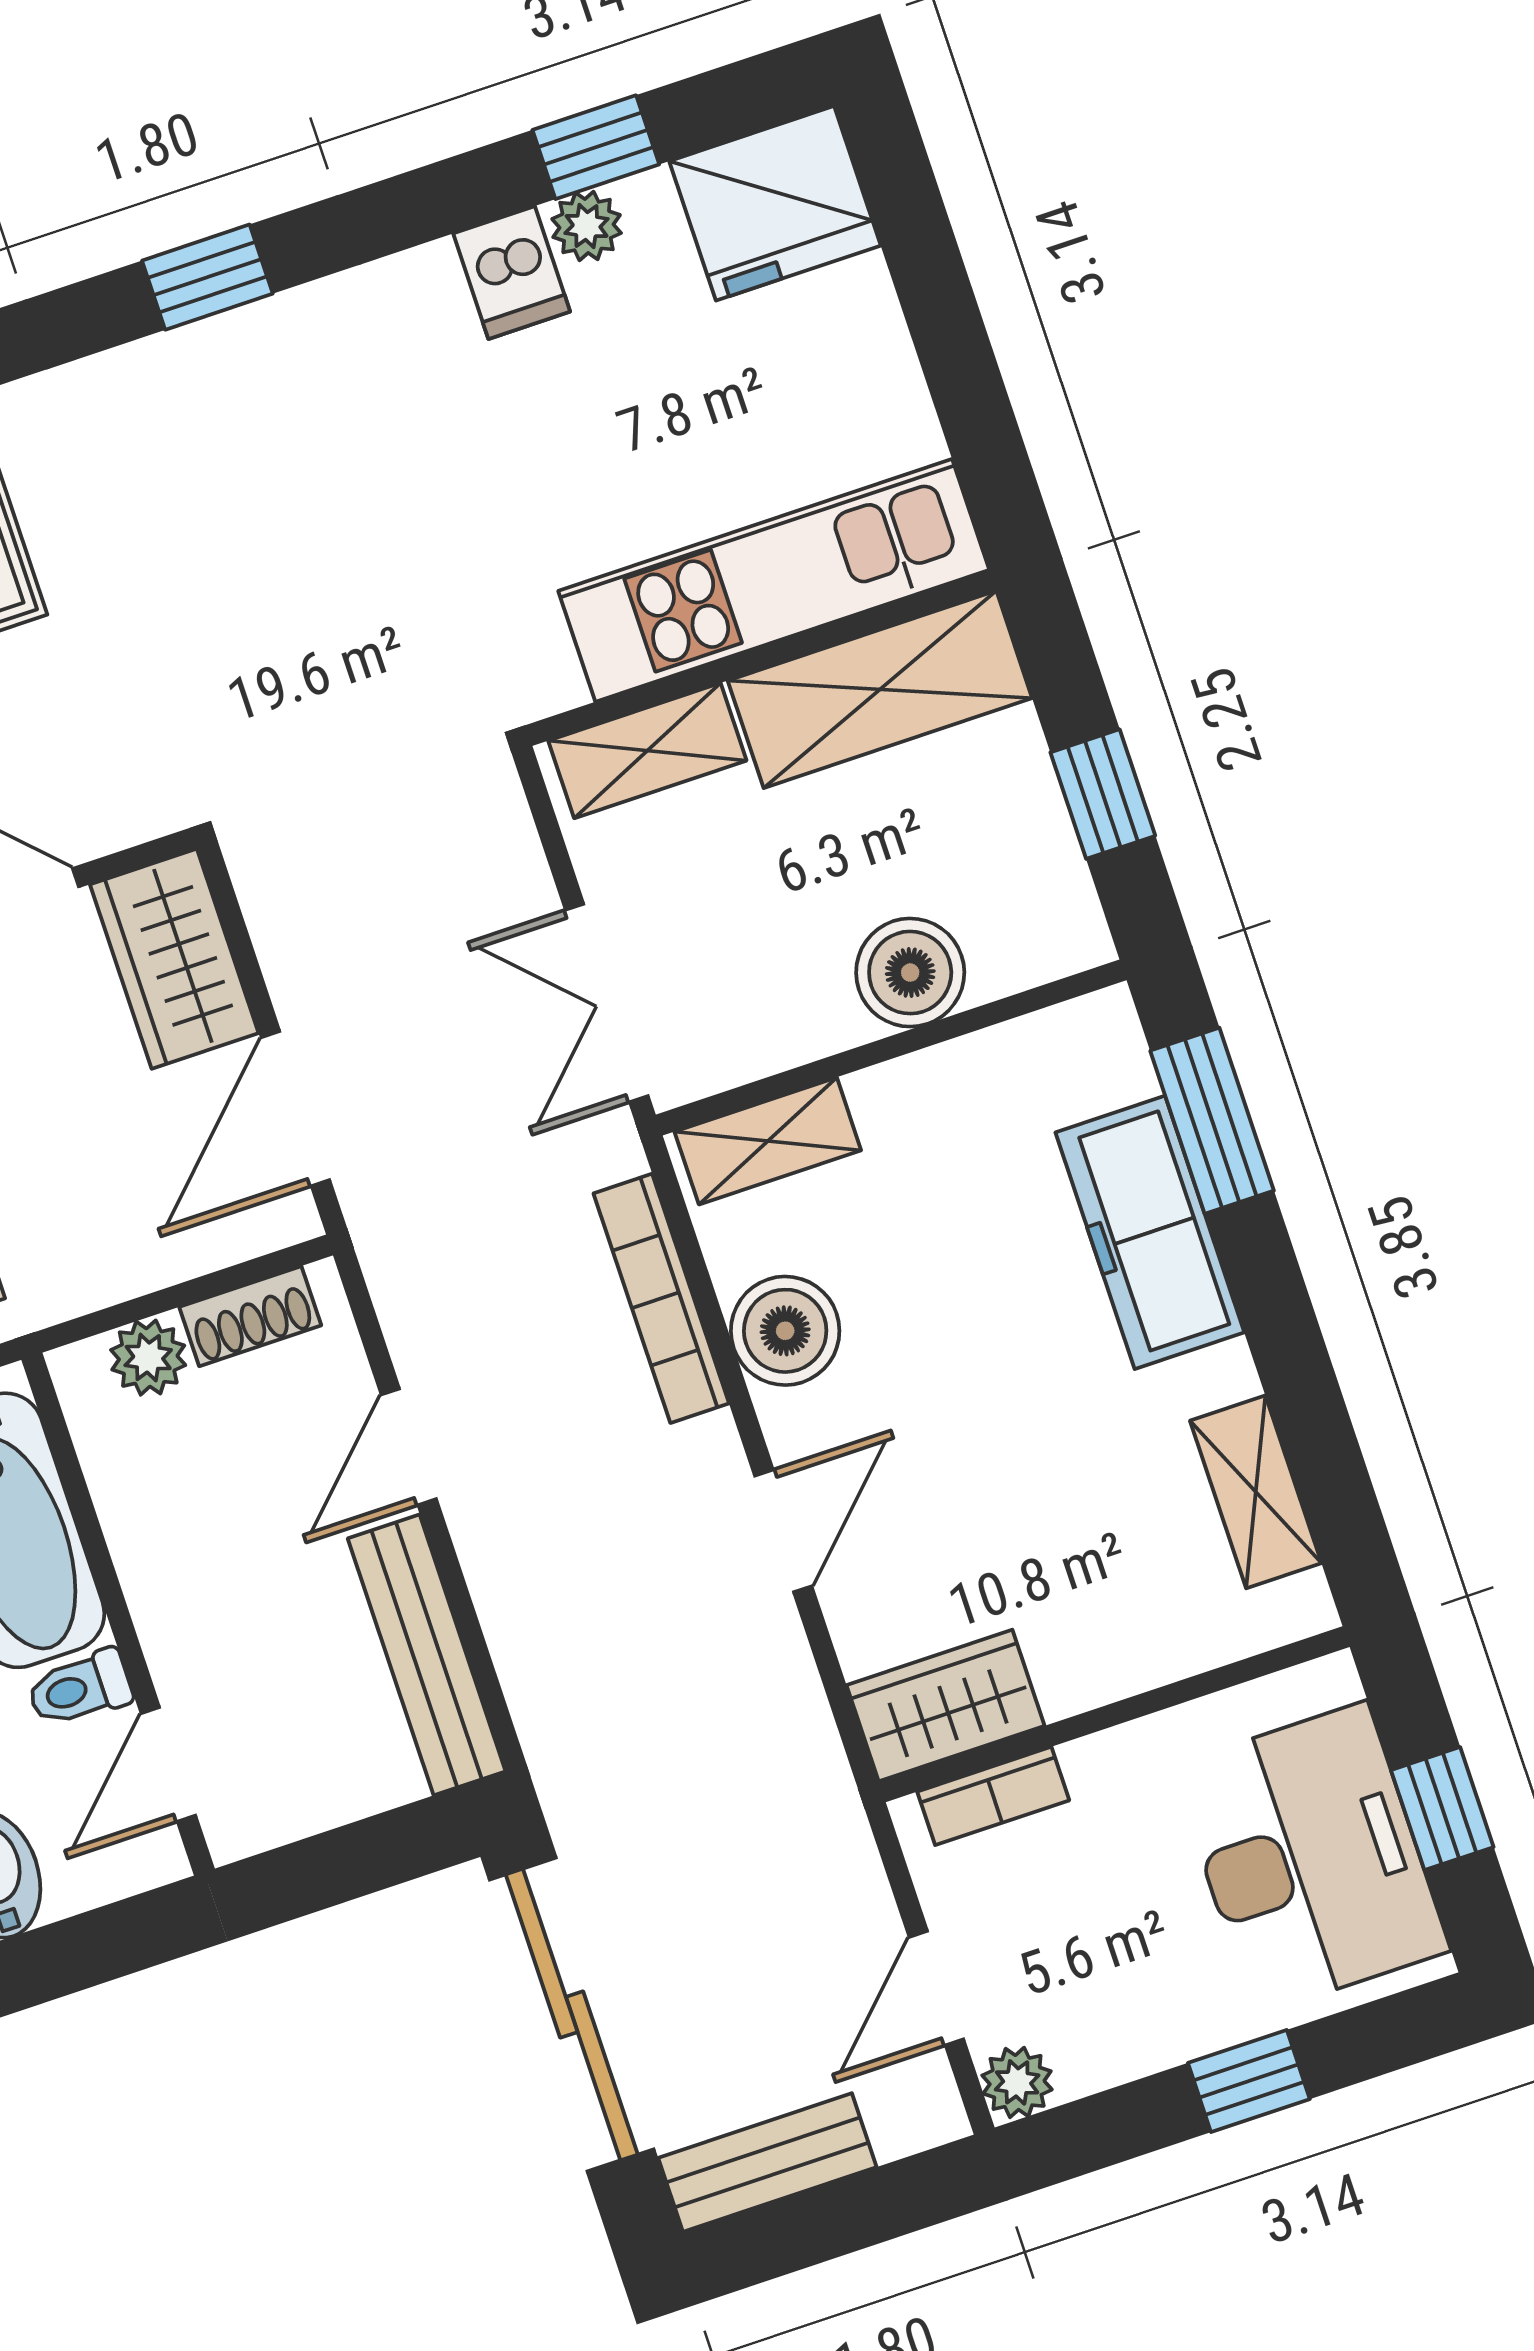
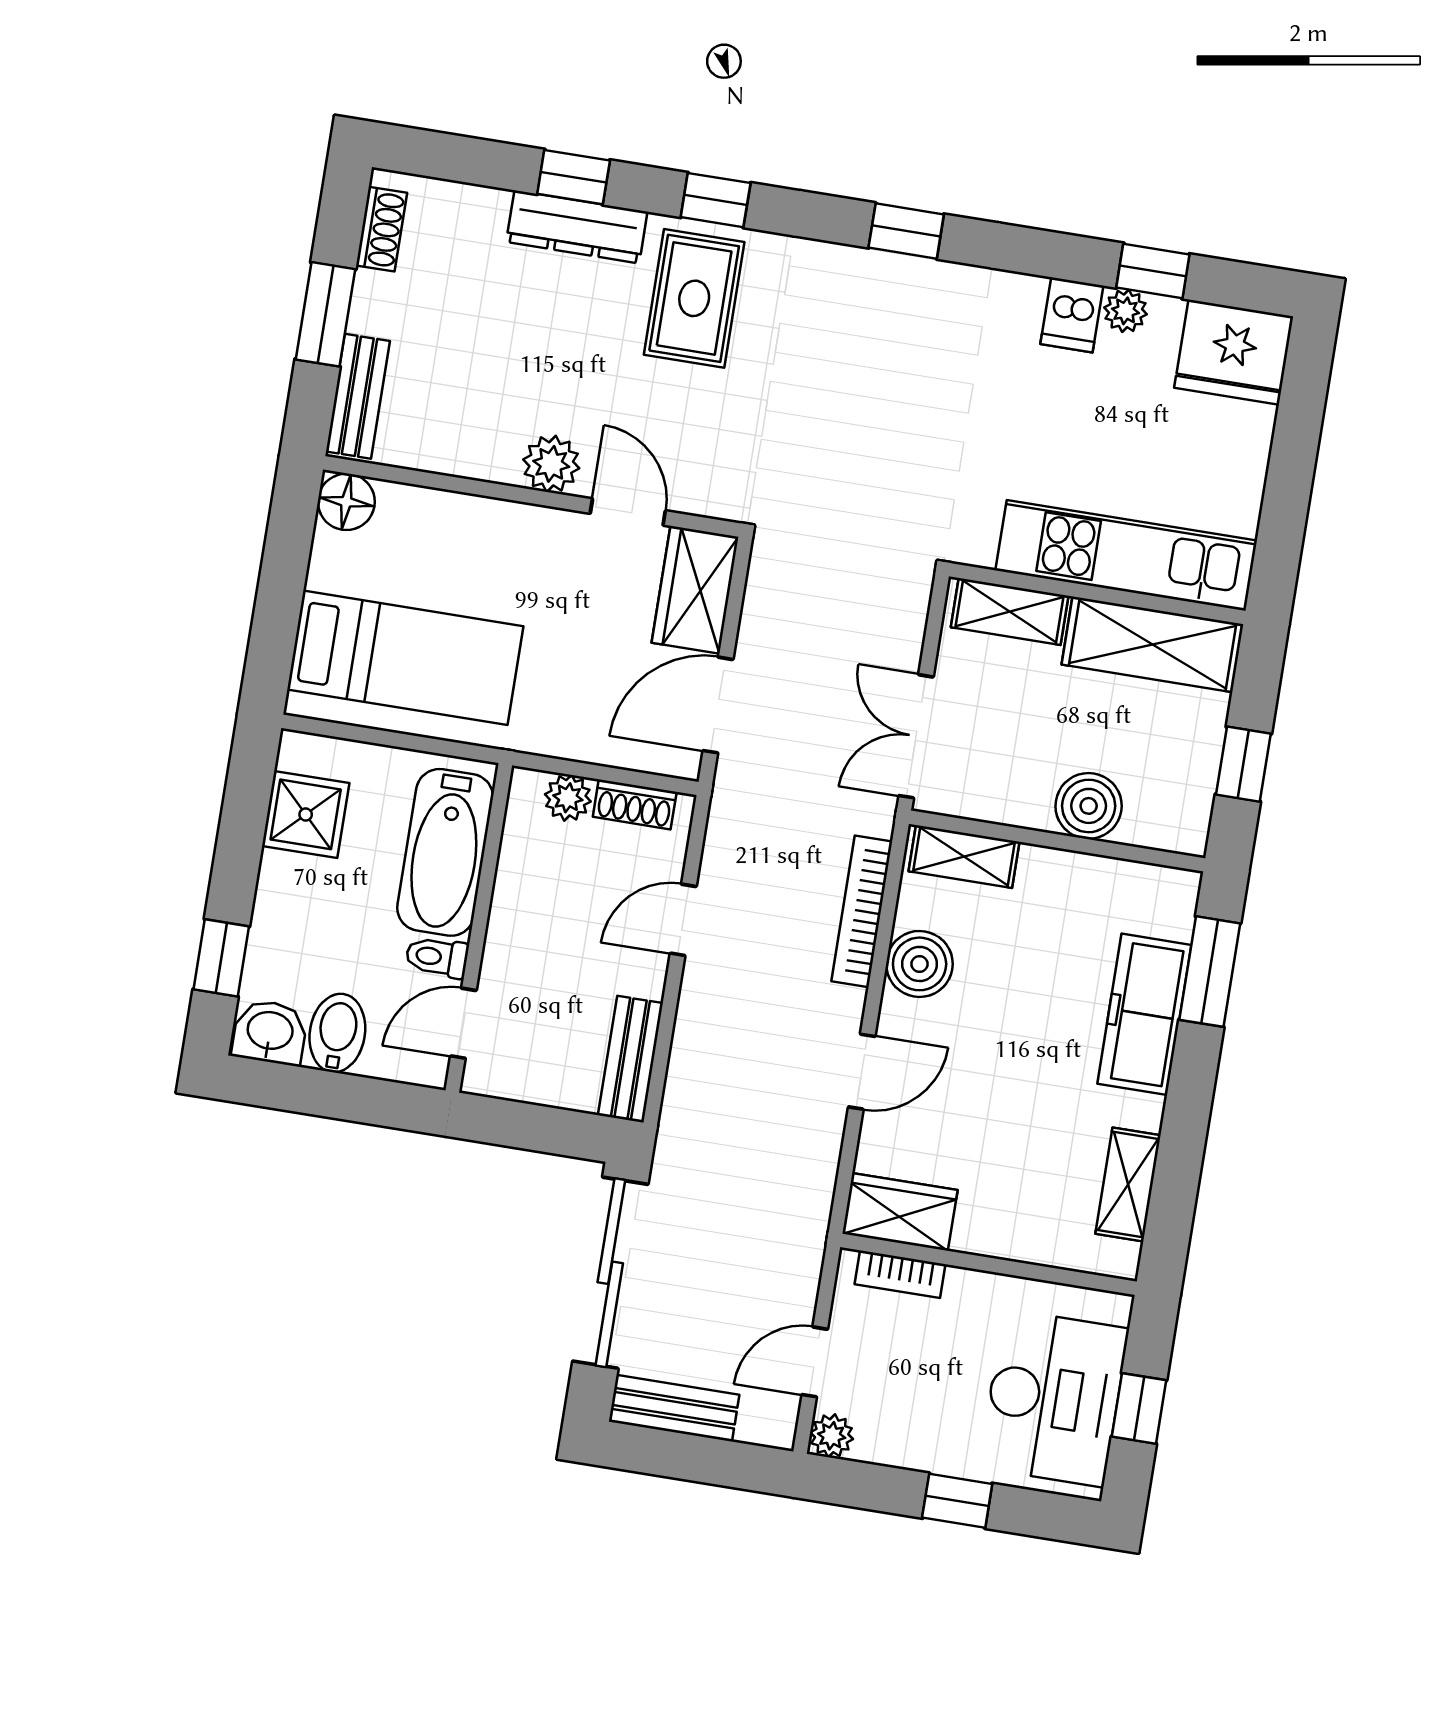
bench: (427, 1655) -> (630, 1059), width x0.73

